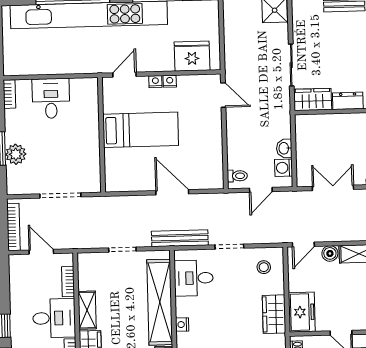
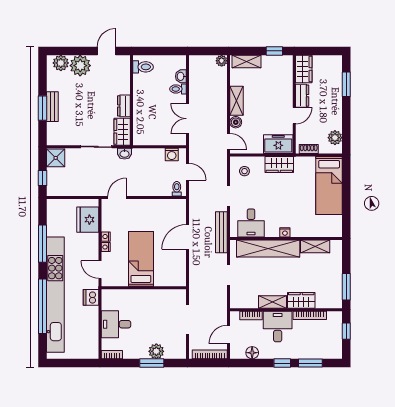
dishwasher: (86, 64) -> (91, 297), added
washbasin: (284, 148) -> (125, 154), moved
floor lamp: (17, 284) -> (252, 353), added

